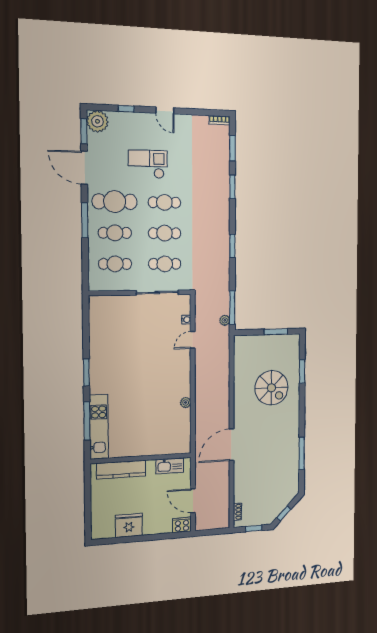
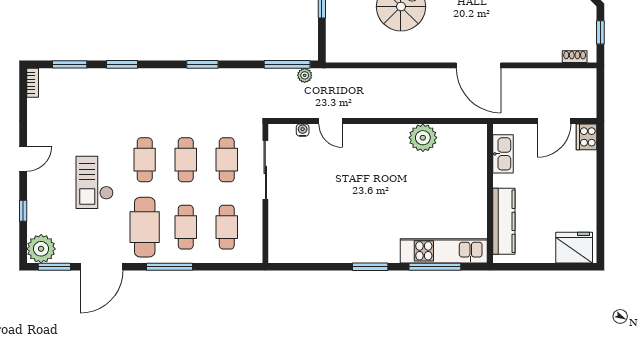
plant: (186, 402) -> (423, 138), width x1.88, depth x1.88
fridge: (129, 525) -> (574, 248), moved, turned 90

